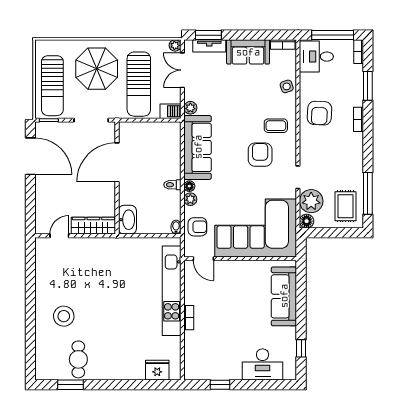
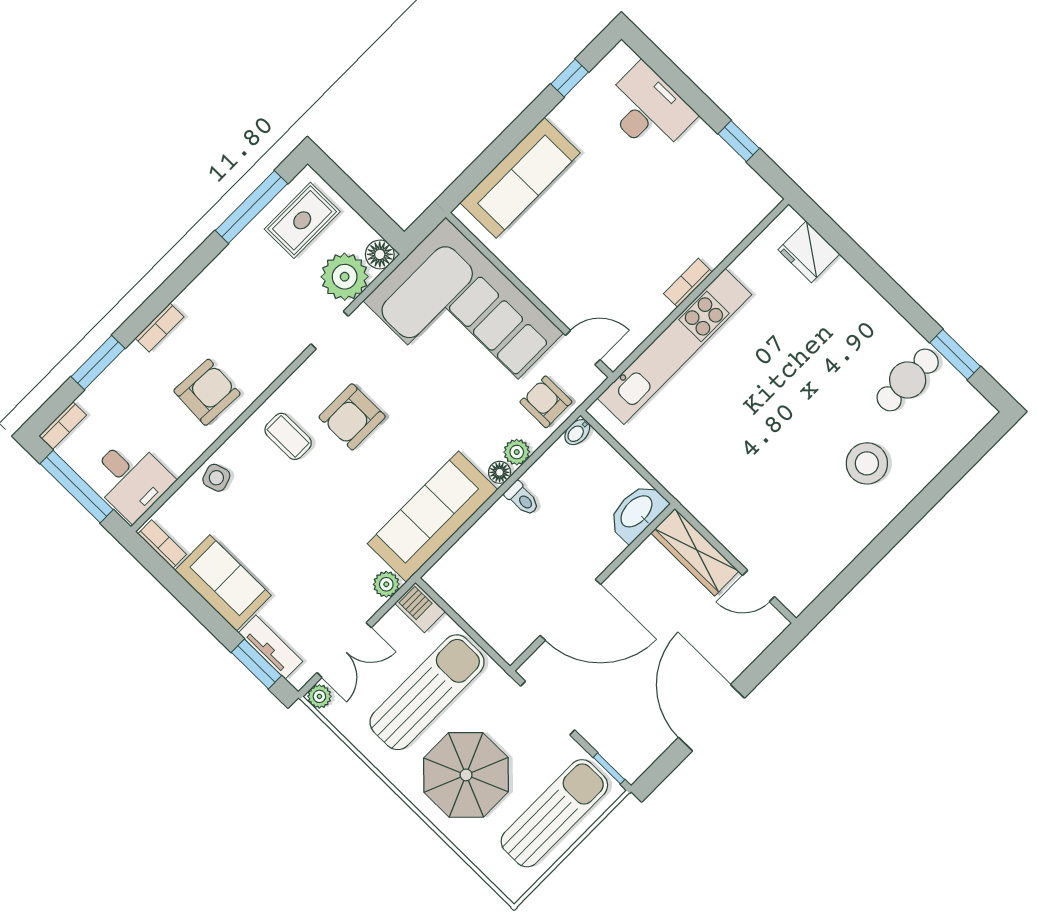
door: (30, 156) -> (712, 718), moved
door: (203, 259) -> (583, 347), hinge flipped

